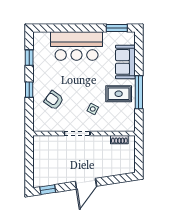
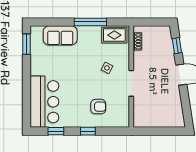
bar counter: (77, 46) -> (44, 102), moved
rug: (119, 94) -> (114, 35), moved, turned 90
armchair: (54, 100) -> (98, 107), turned -126
window: (48, 190) -> (177, 46), moved

